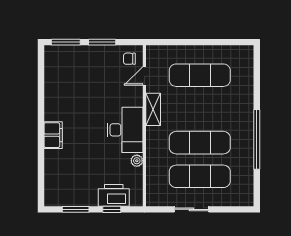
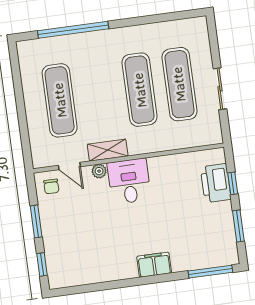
window: (66, 42) -> (42, 265), width x0.67
desk: (125, 130) -> (129, 181), width x0.73
window: (257, 139) -> (73, 30), moved
plant: (137, 161) -> (99, 171), moved
window: (41, 181) -> (210, 272), added

